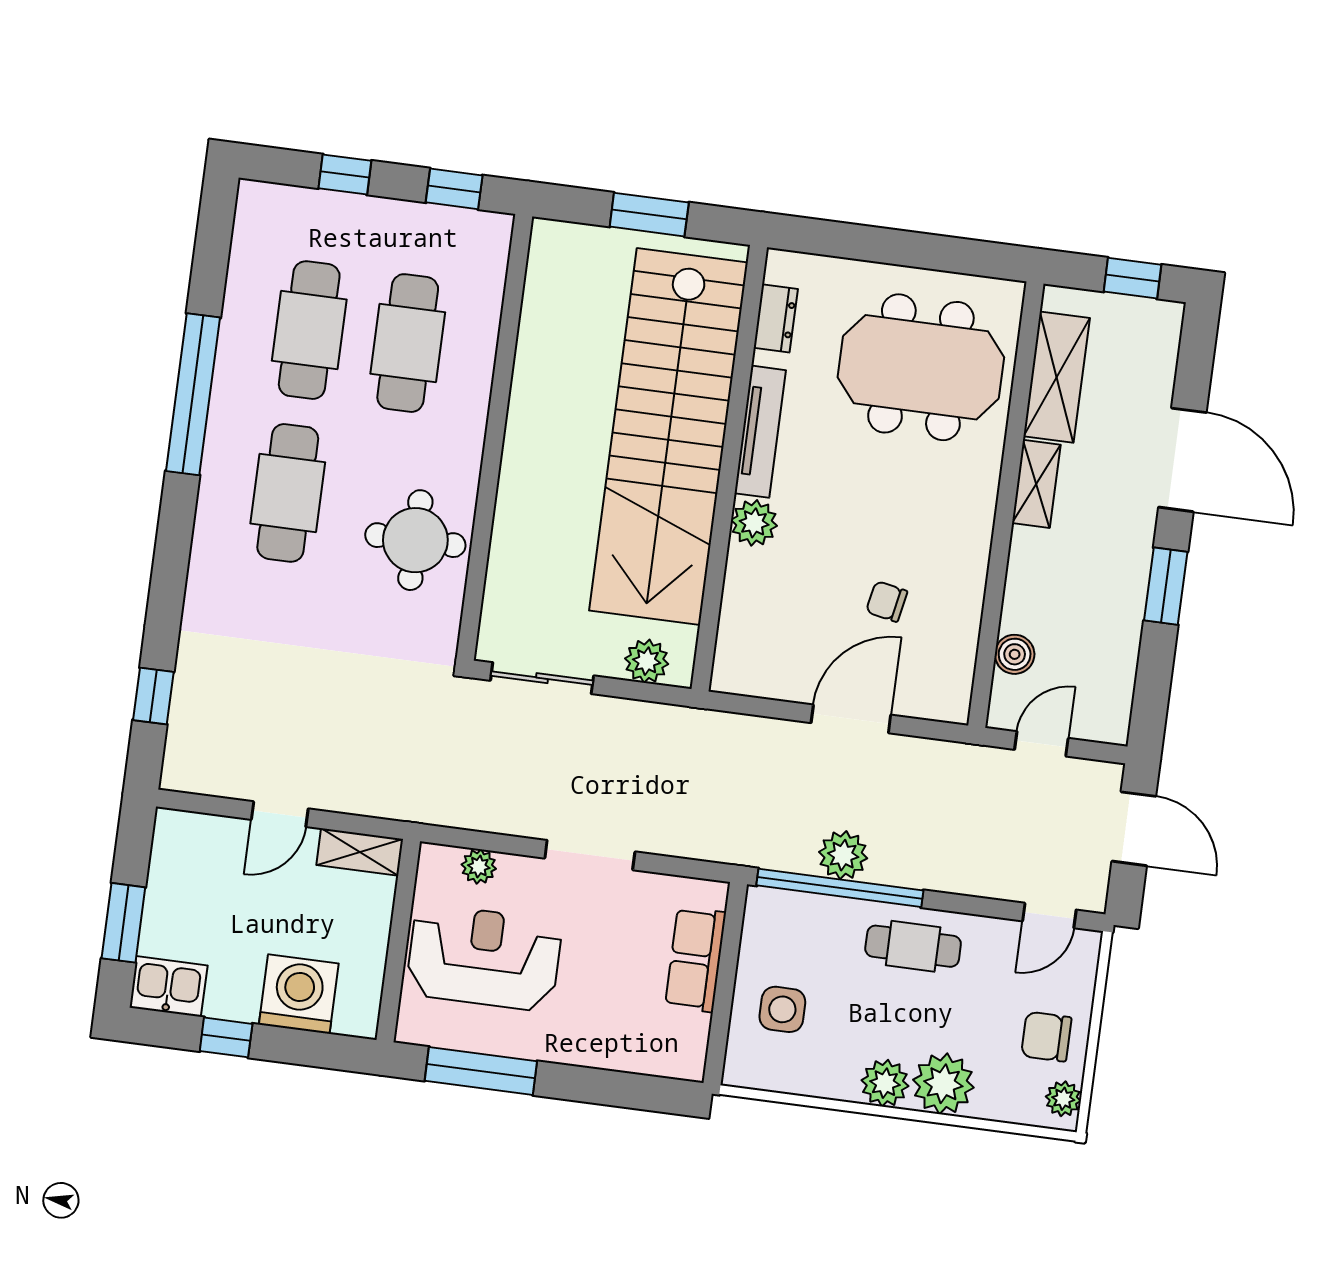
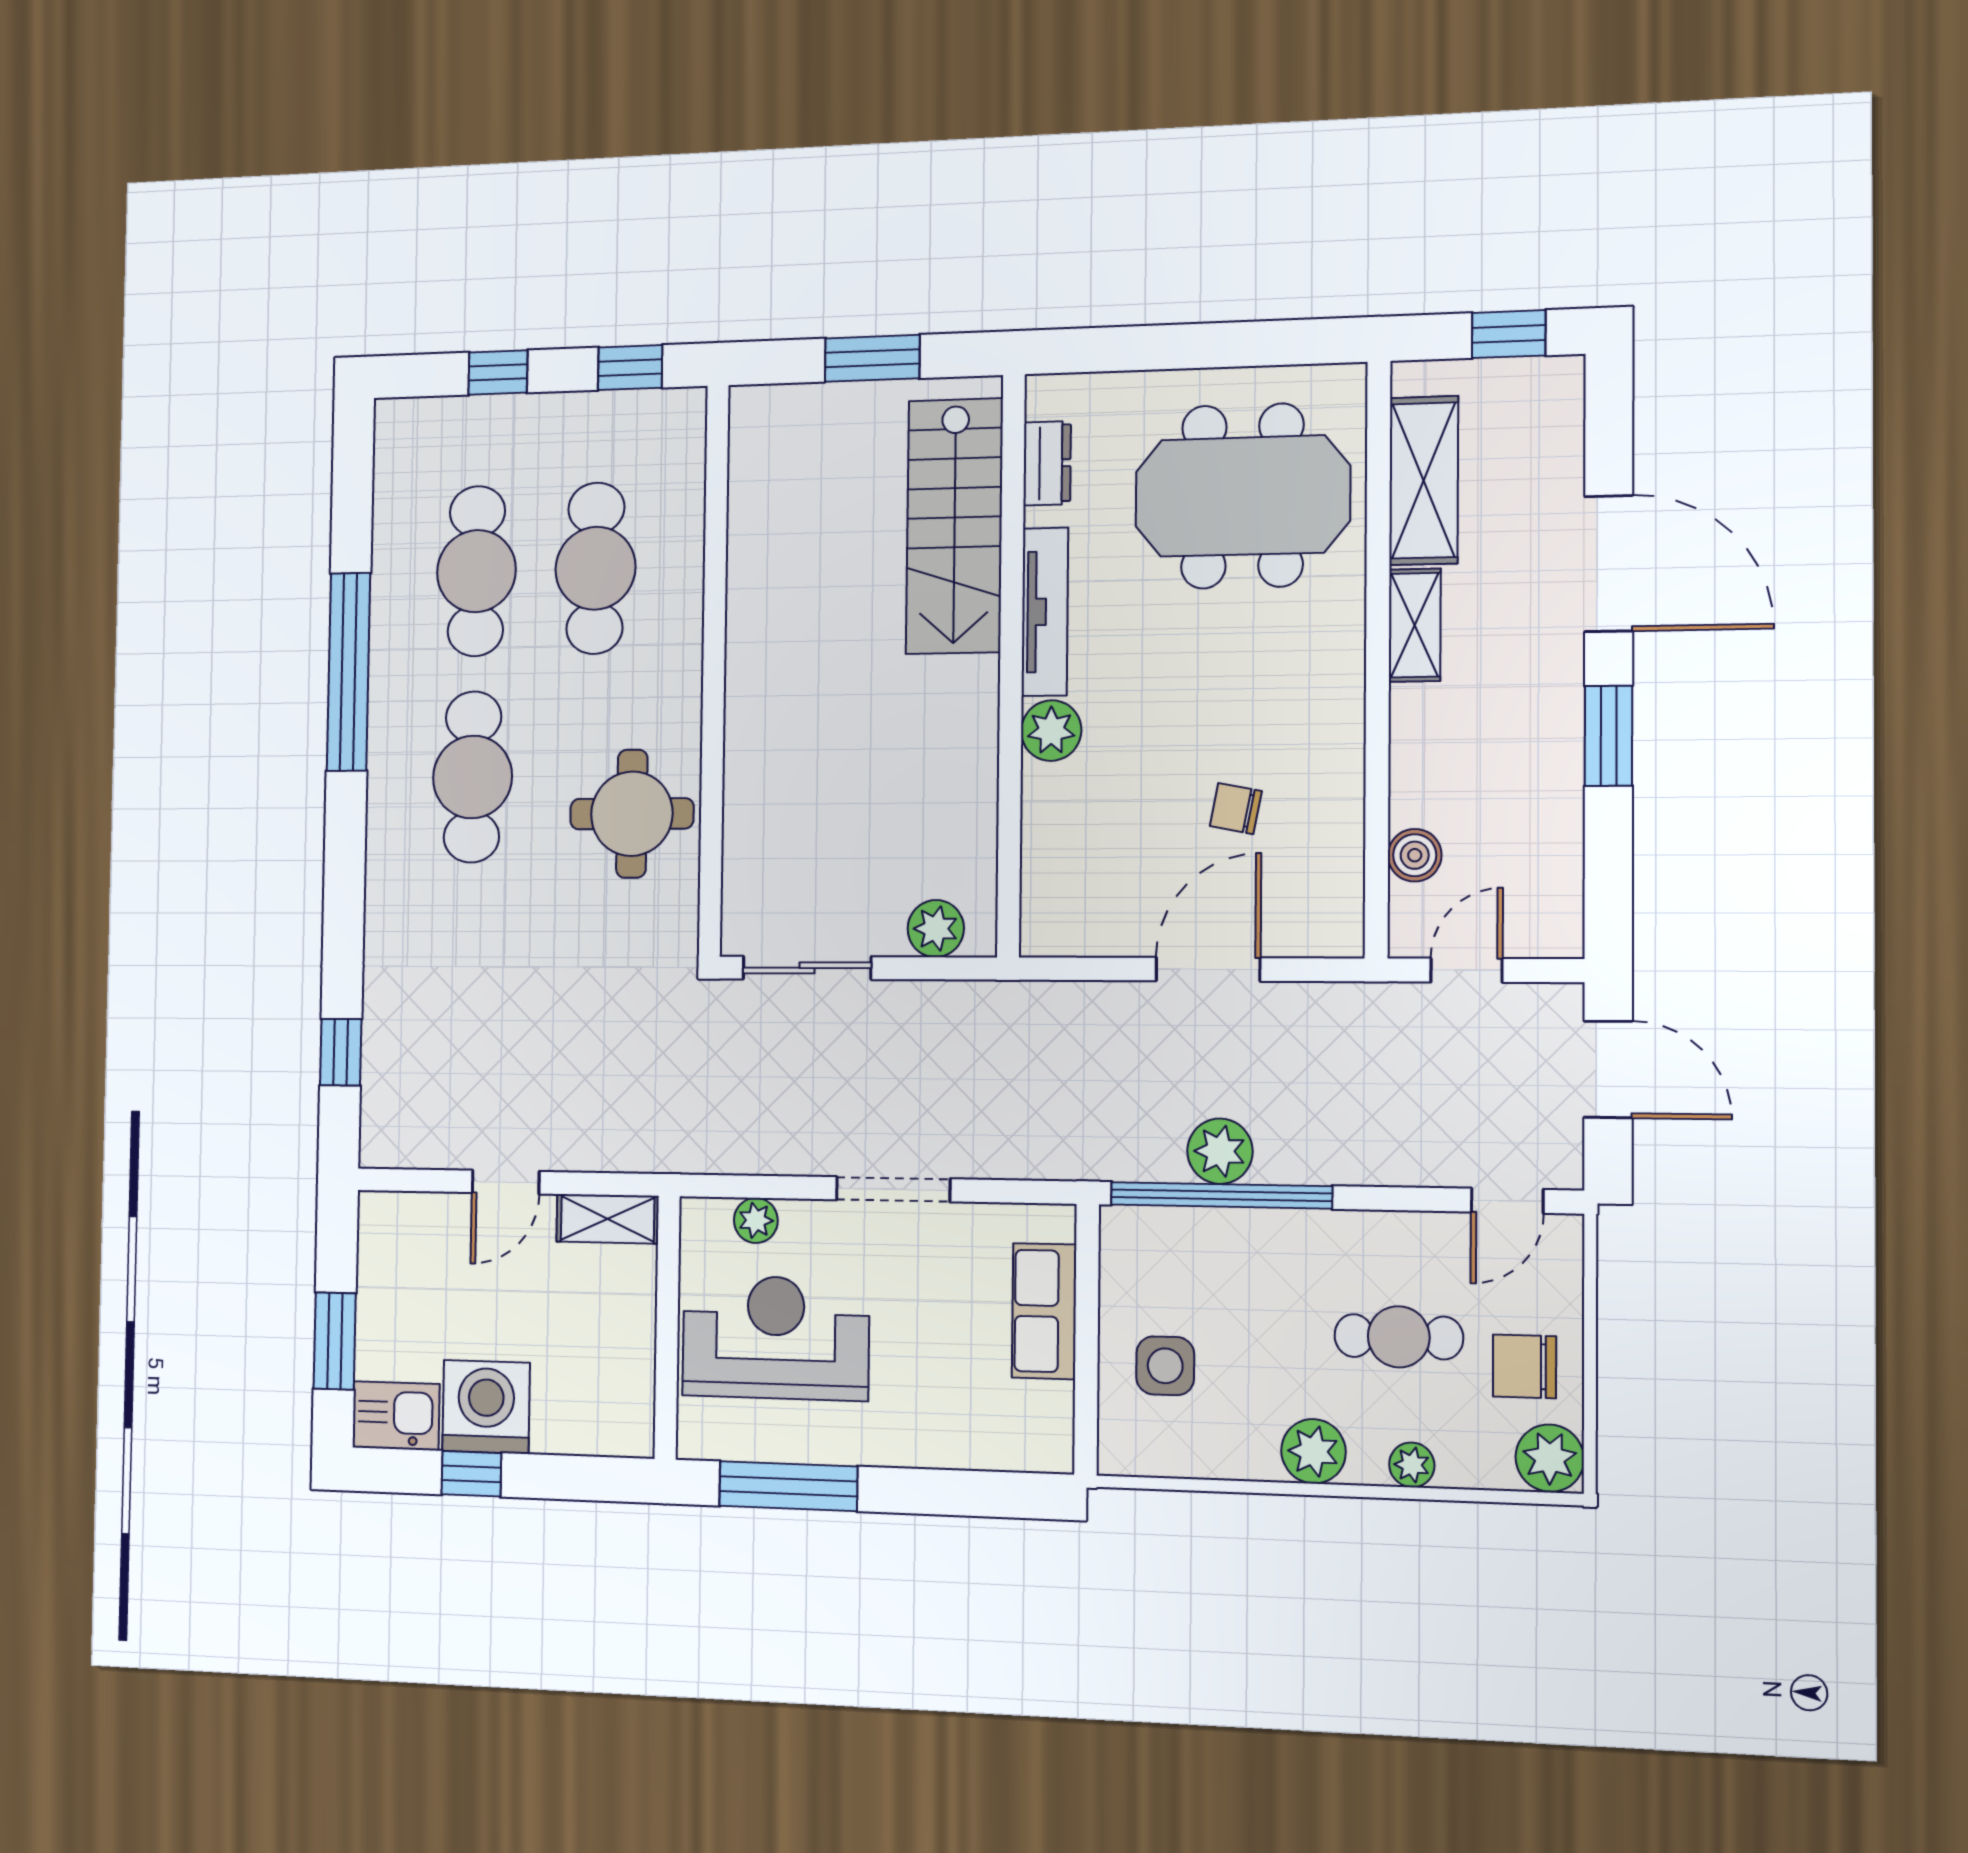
stairs: (668, 437) -> (954, 526), width x0.54, depth x0.66
cafe table: (913, 946) -> (1399, 1337), moved
washing machine: (299, 994) -> (486, 1407), moved
plant: (943, 1084) -> (1412, 1465), width x0.53, depth x0.53
plant: (1063, 1099) -> (1550, 1458), width x1.38, depth x1.38

